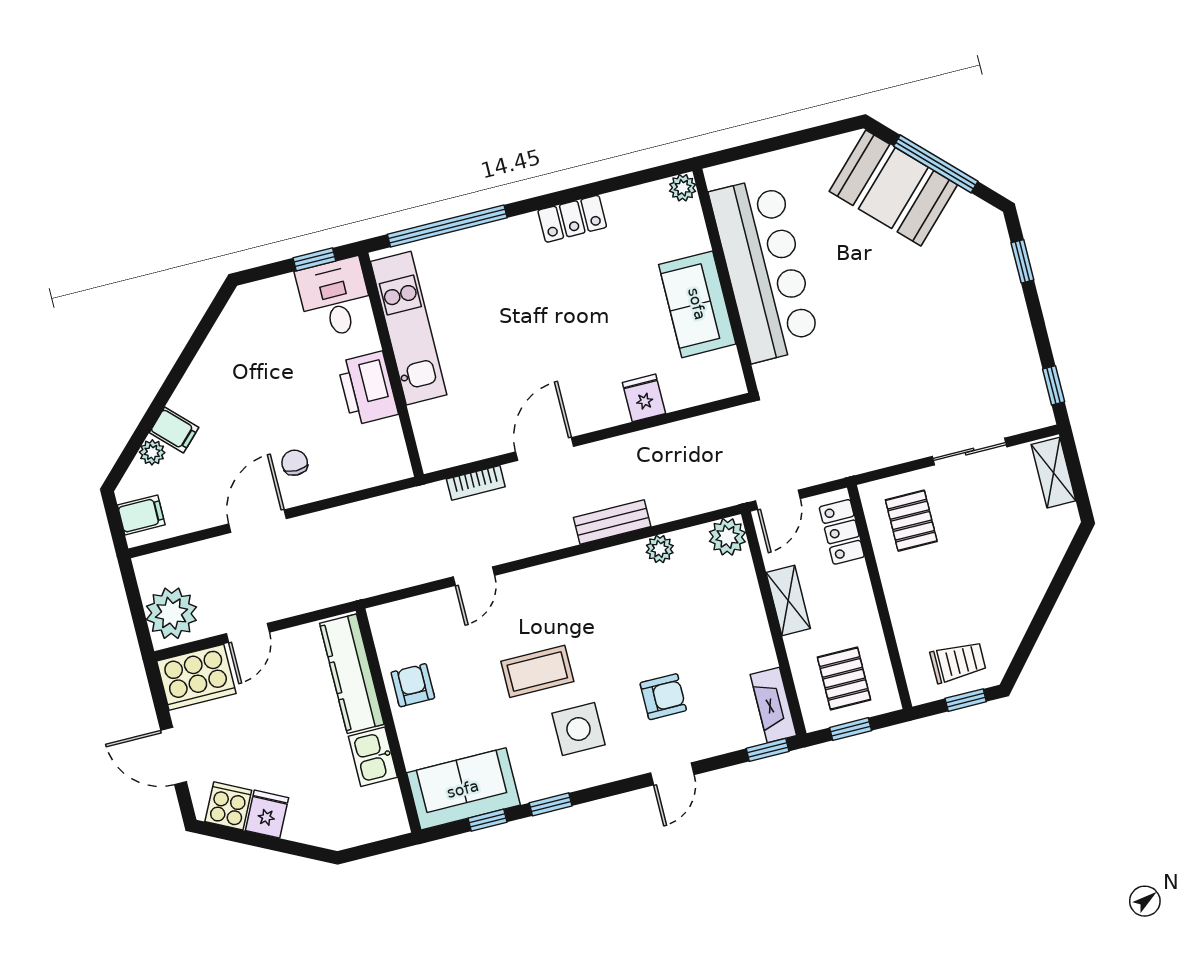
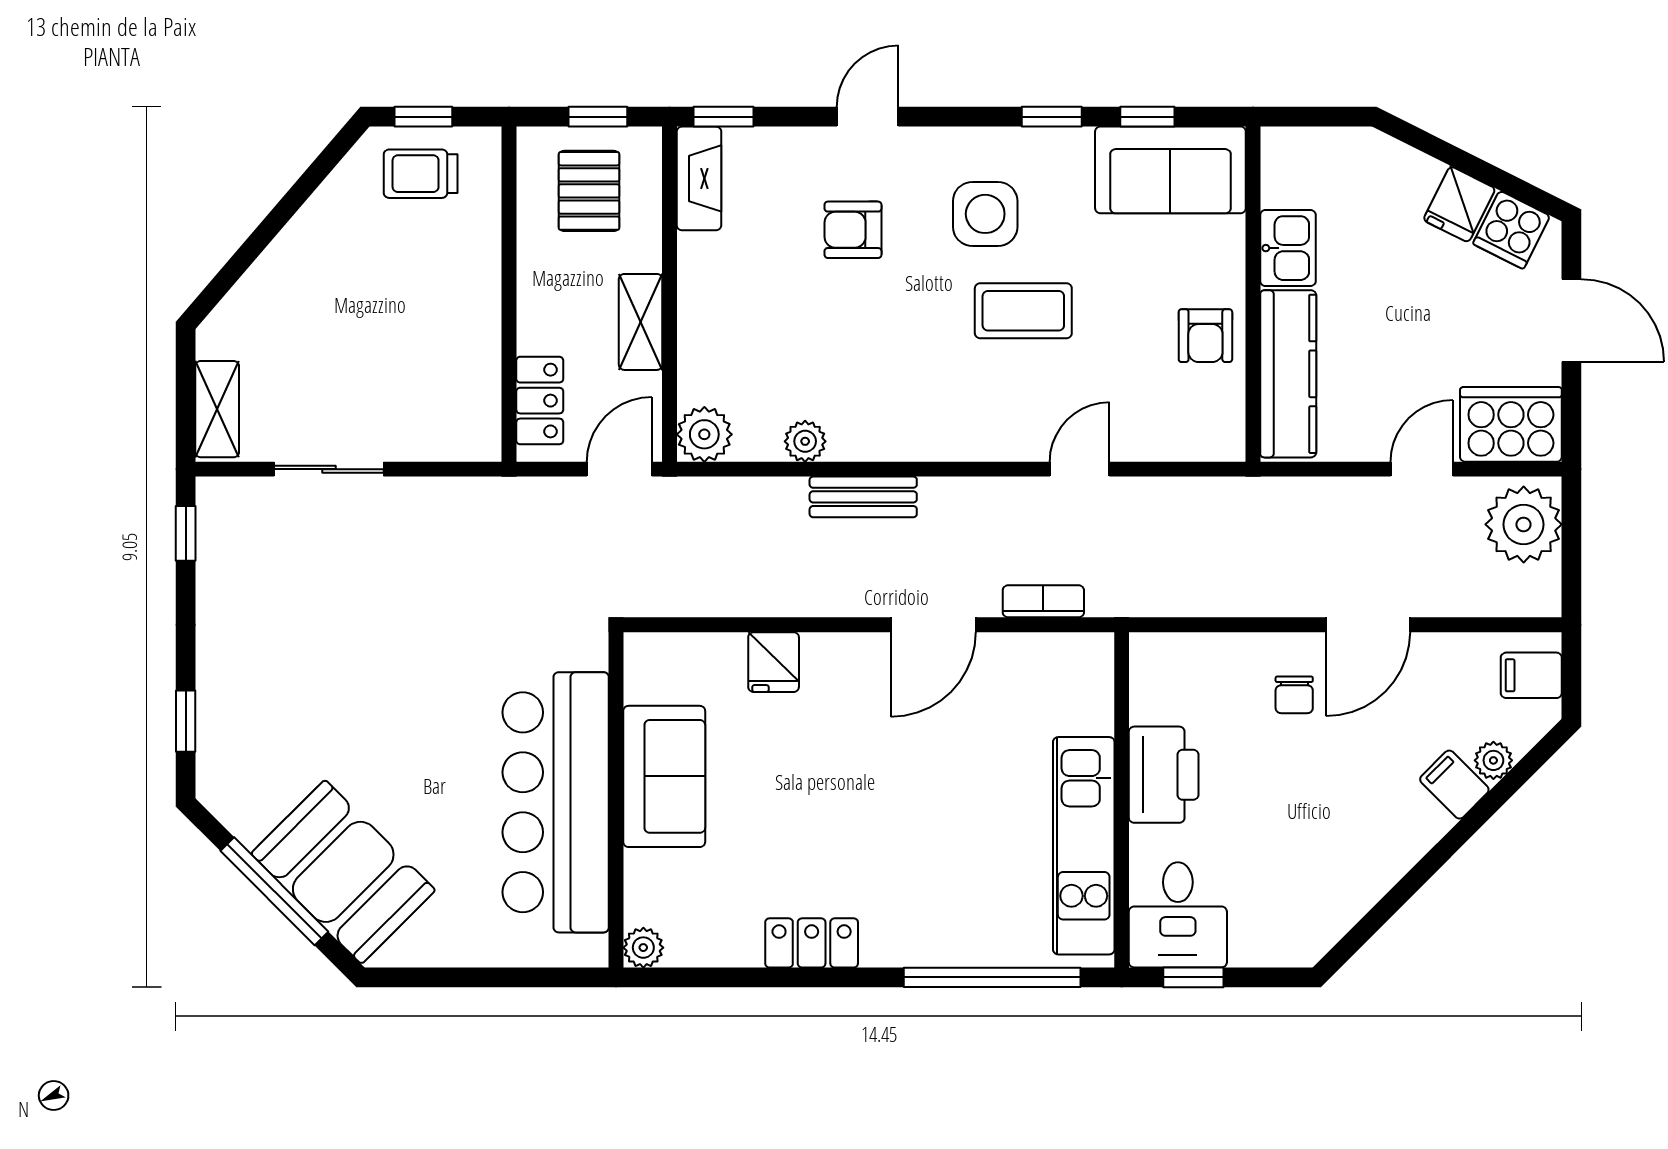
pallet: (911, 521) -> (437, 392), removed

